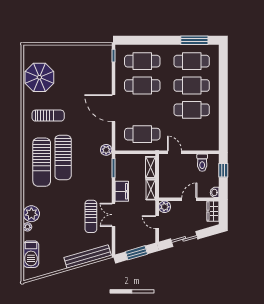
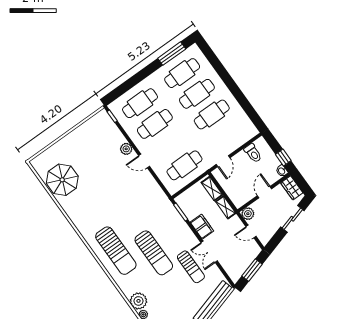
door: (113, 108) -> (144, 161), width x0.53
sun lounger: (48, 116) -> (93, 207), removed
plant: (106, 150) -> (126, 149), moved
door: (174, 152) -> (223, 161), swing flipped
sun lounger: (63, 157) -> (154, 253), moved
window: (223, 170) -> (283, 157), moved
sliding door: (184, 239) -> (292, 219), moved

